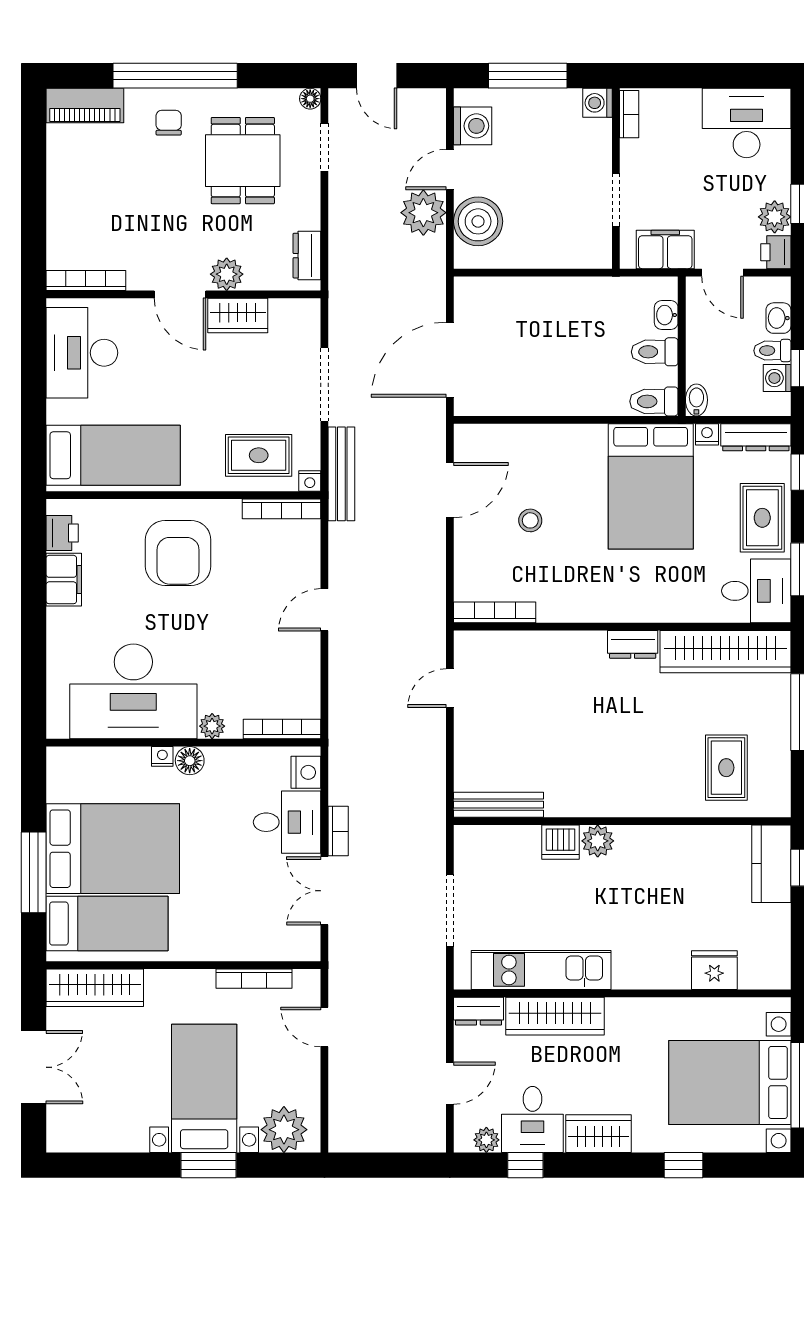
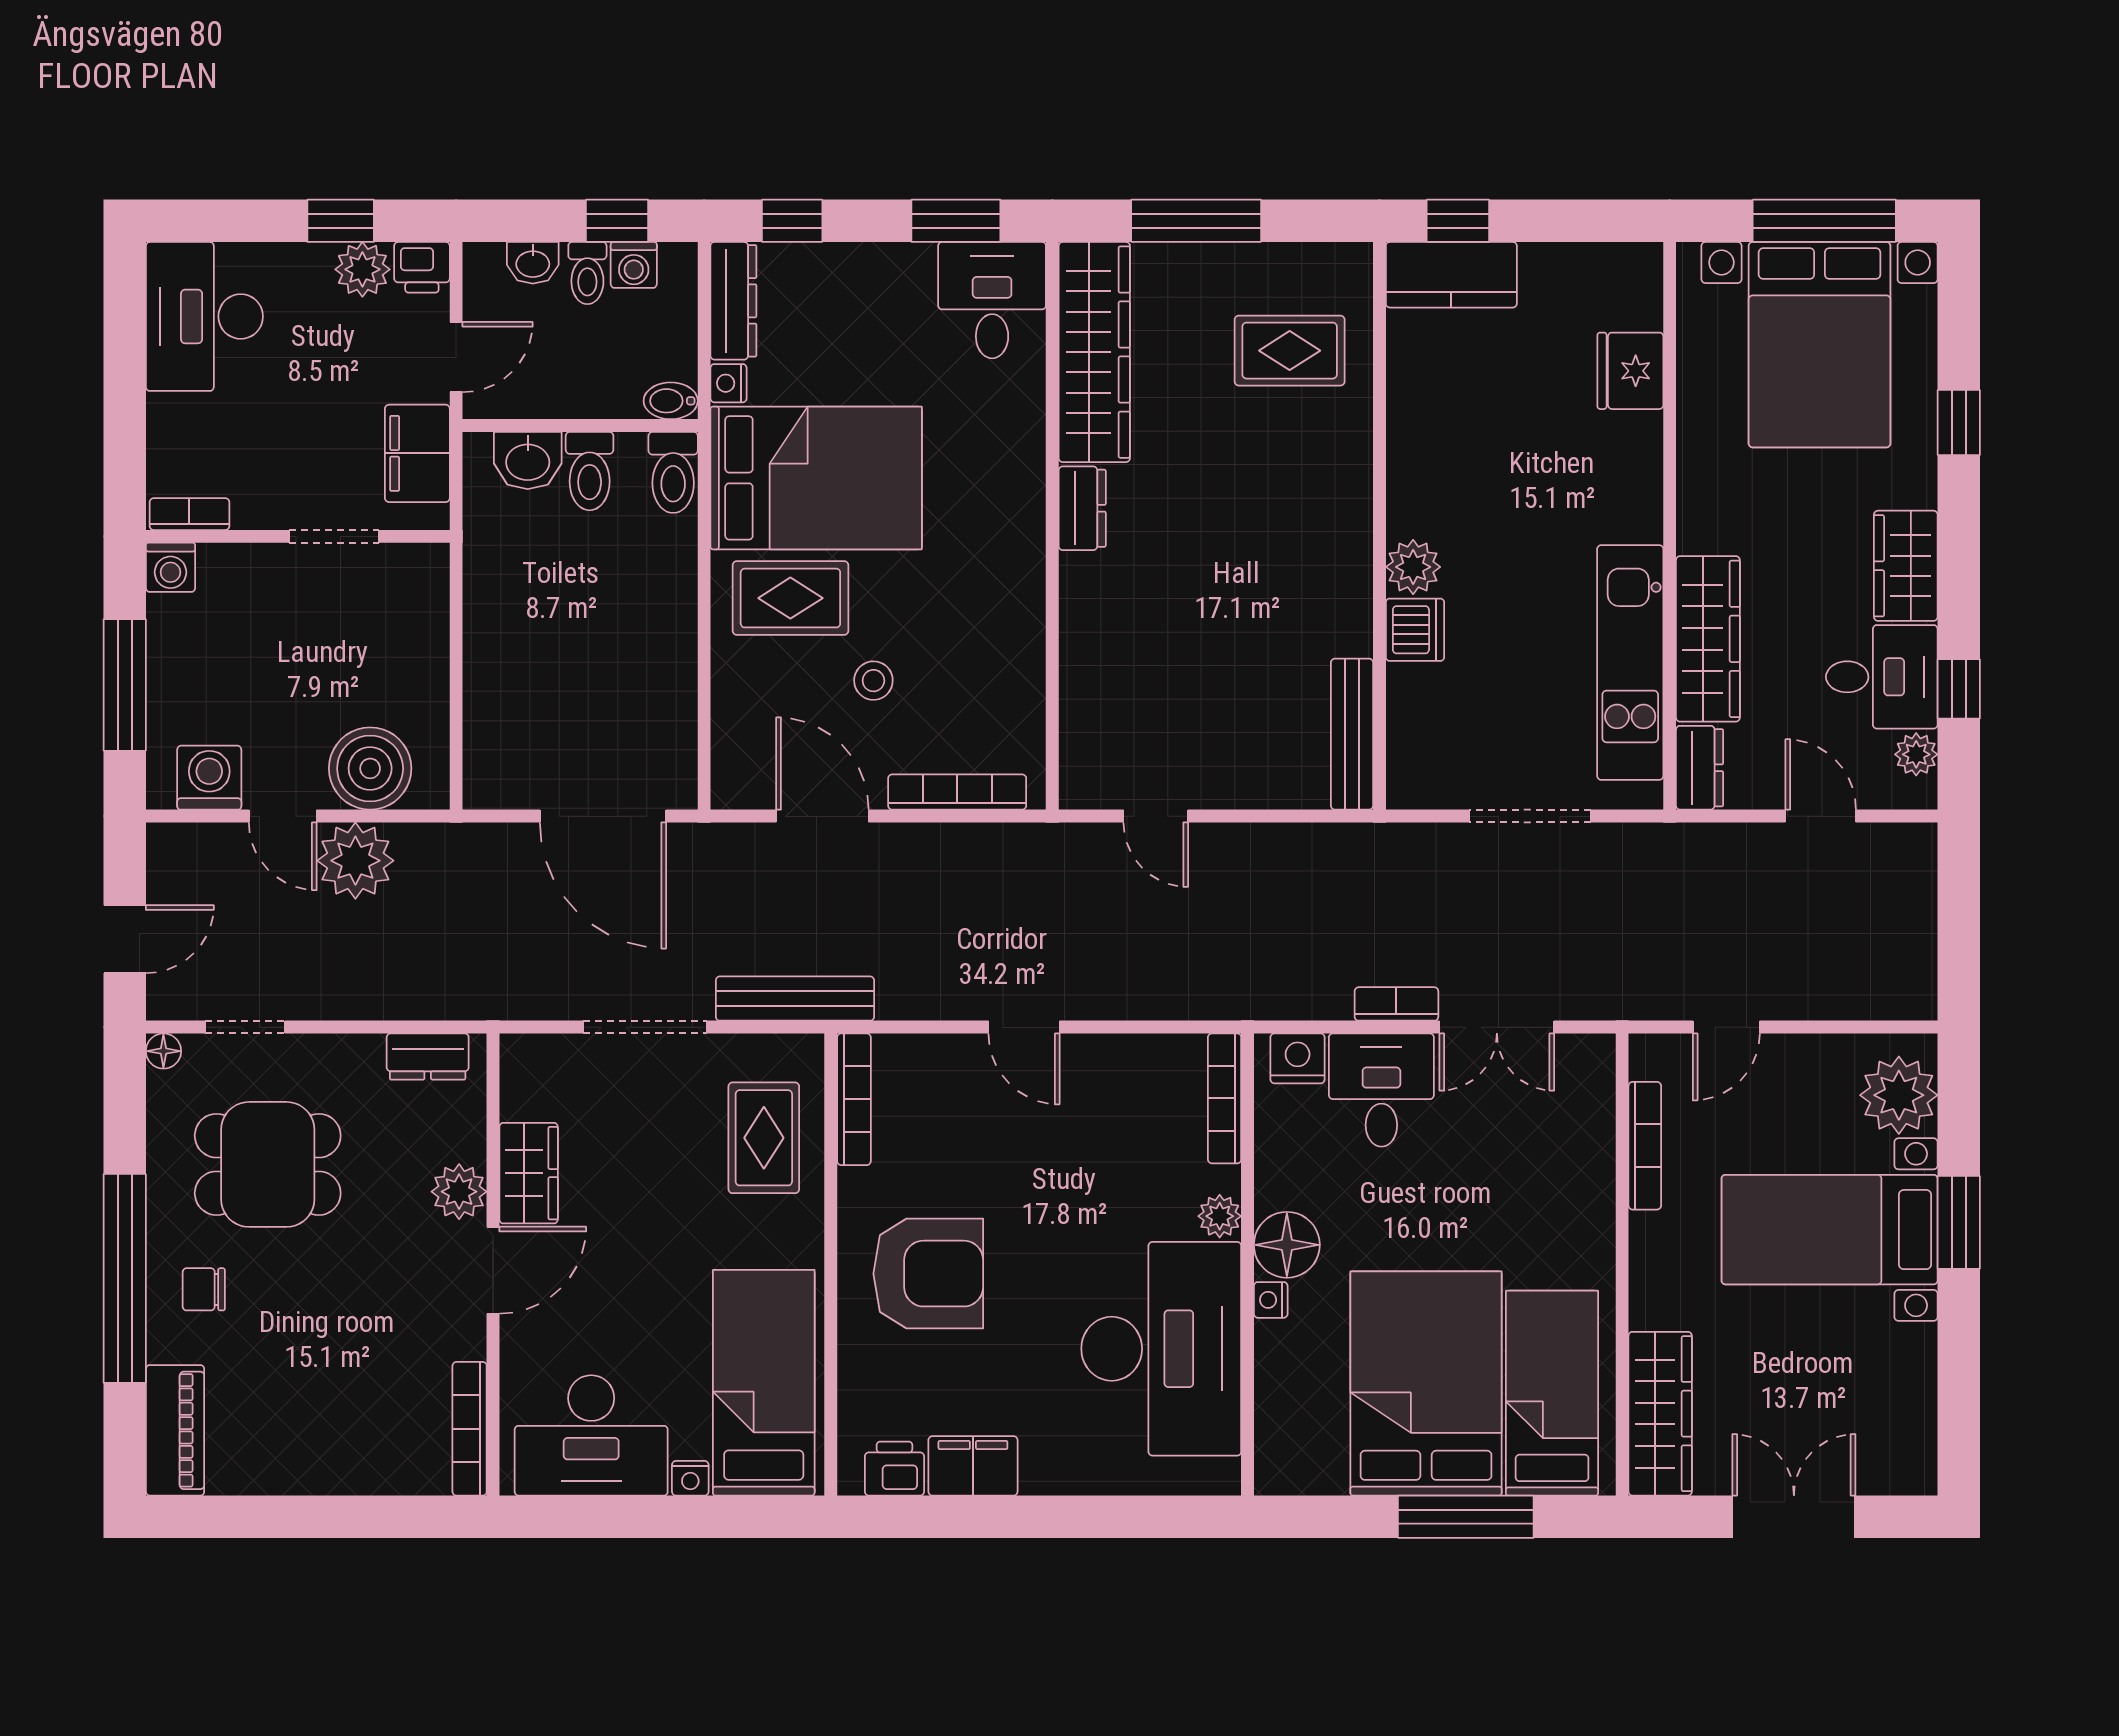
washbasin: (666, 315) -> (528, 461), width x1.38, depth x1.45
nightstand: (310, 481) -> (690, 1478), moved, turned 90
rug: (762, 518) -> (790, 598), moved
bookcase: (495, 612) -> (957, 792), moved, turned 90
floor lamp: (190, 761) -> (1287, 1245), width x1.38, depth x1.38

